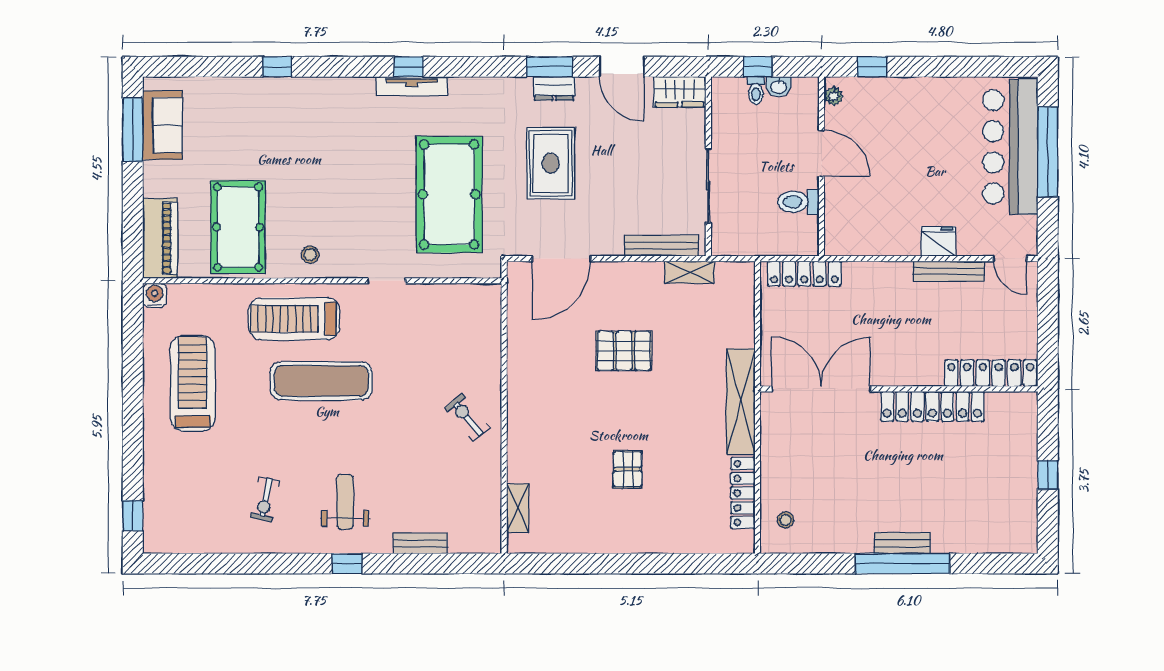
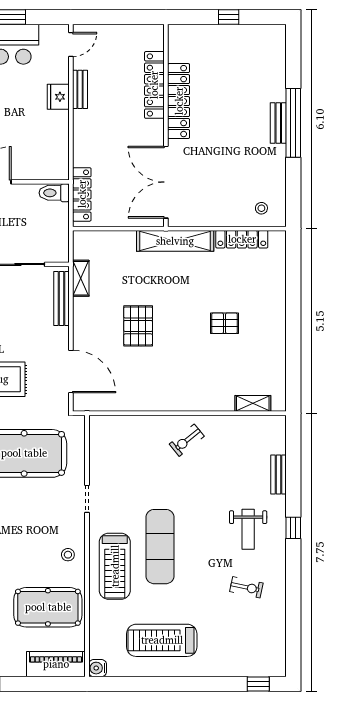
toilet: (798, 202) -> (54, 193), moved, turned 90
bench: (949, 271) -> (80, 89), width x0.73
locker: (991, 373) -> (154, 85), moved
weight bench: (345, 502) -> (248, 529), turned -90

